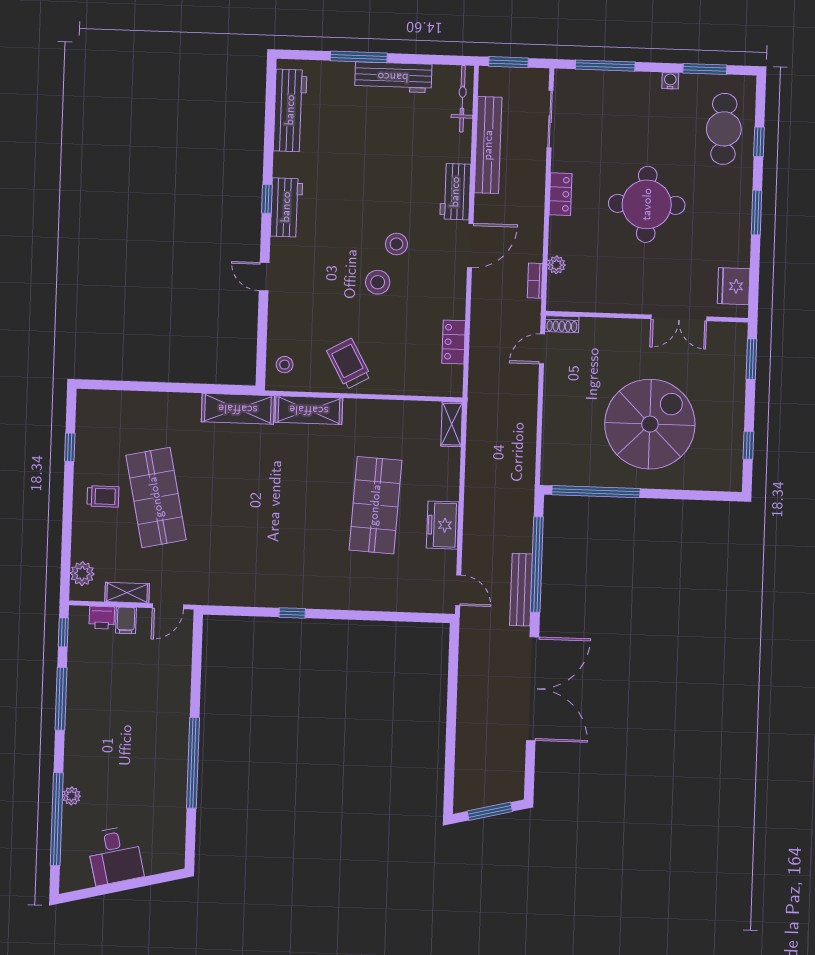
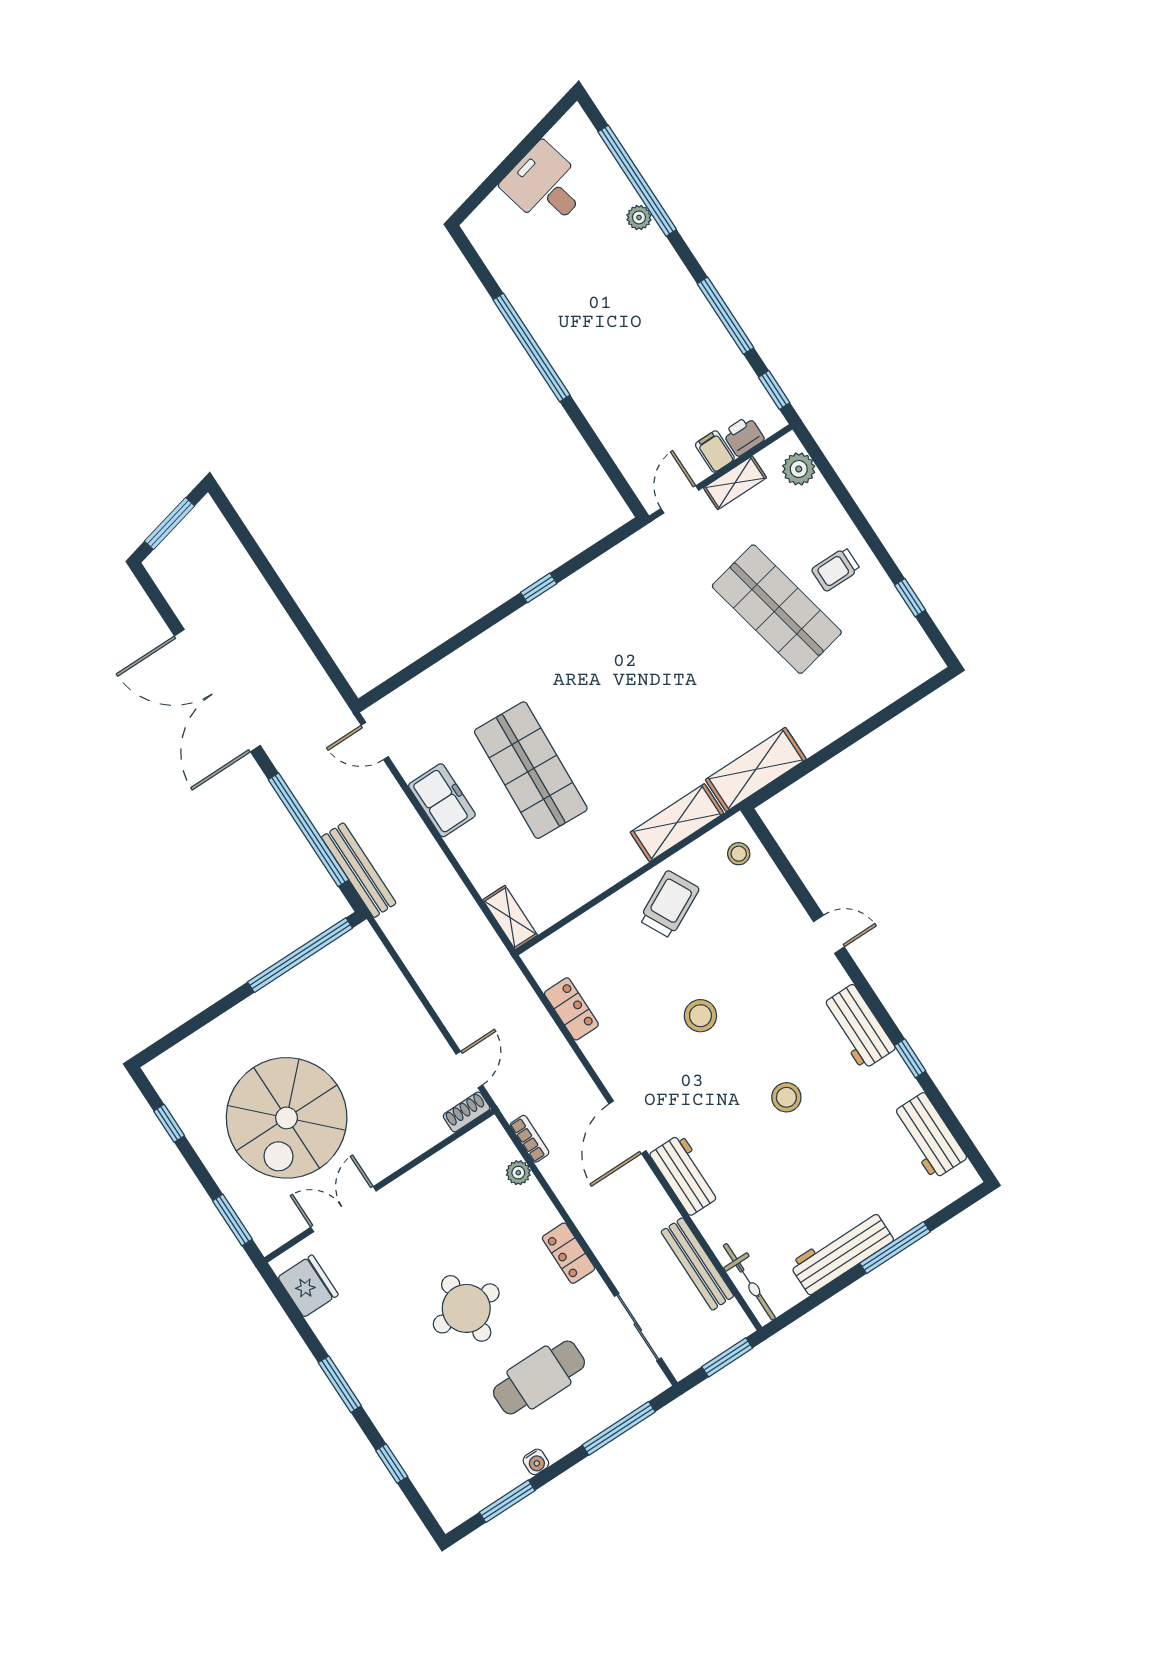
workbench: (290, 110) -> (929, 1136), width x0.73
cafe table: (724, 129) -> (539, 1377), moved, turned 90
bench: (488, 145) -> (697, 1264), width x0.73, depth x0.82
window: (267, 199) -> (910, 1058), moved
round table: (647, 204) -> (466, 1308), width x0.73, depth x0.73
stool: (396, 244) -> (786, 1097), moved
trolley: (349, 364) -> (669, 904), turned -88
spiral stairs: (650, 424) -> (287, 1118), moved
bench: (521, 590) -> (359, 870), moved

